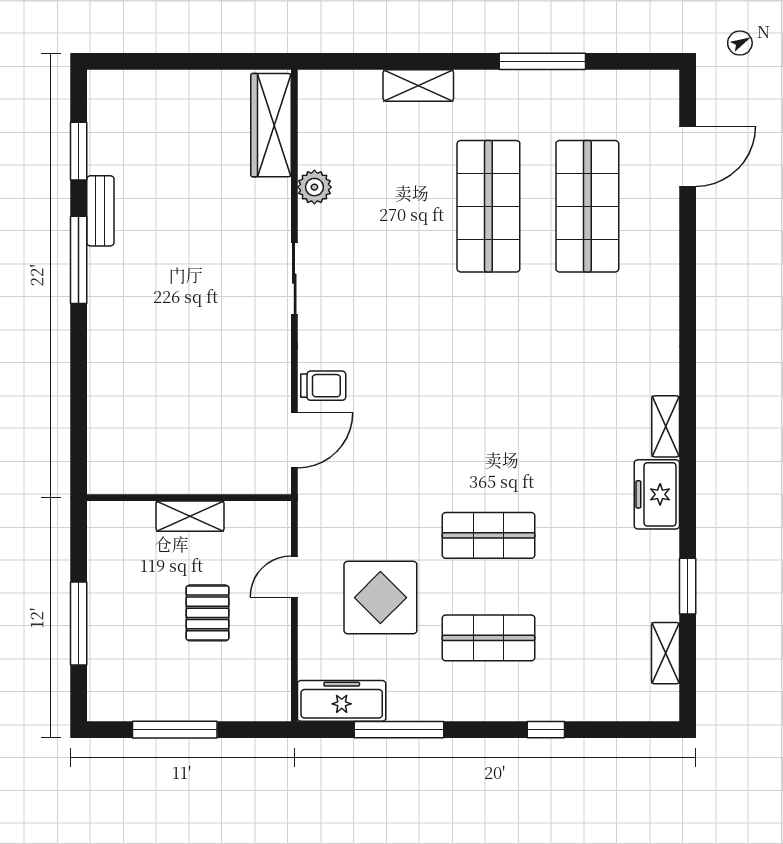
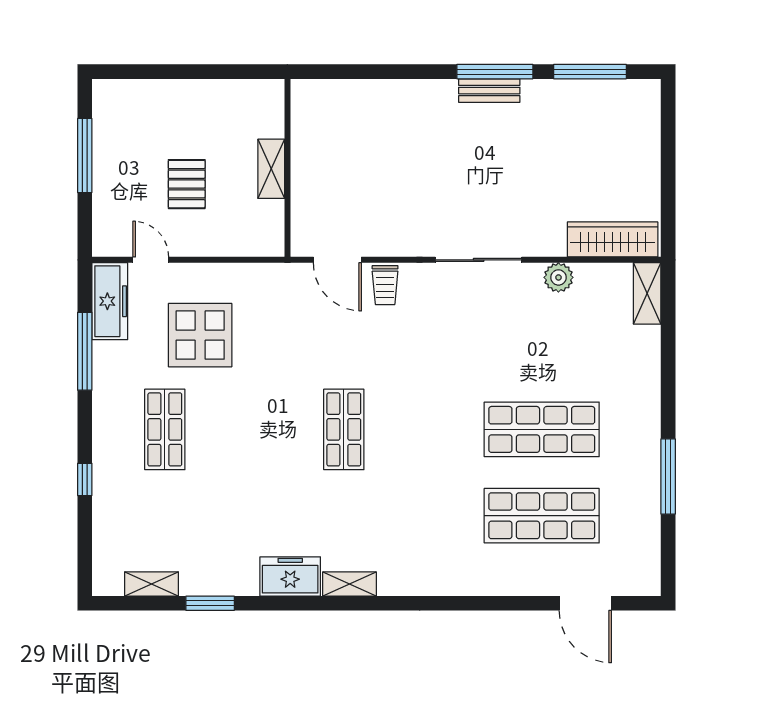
shelving: (418, 85) -> (647, 293), moved
window: (79, 151) -> (590, 72), width x1.44
bench: (100, 211) -> (489, 91), moved
sliding door: (294, 279) -> (479, 260), width x1.37
shop shelf: (488, 535) -> (344, 429), moved
door: (294, 577) -> (151, 260), moved
pallet: (208, 613) -> (187, 184), turned 90
window: (79, 623) -> (177, 72), removed

